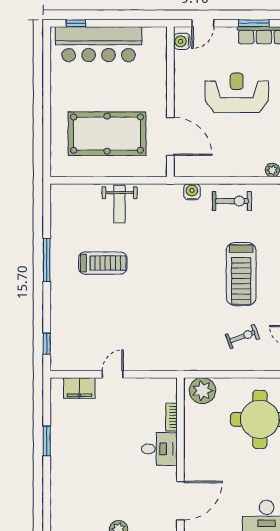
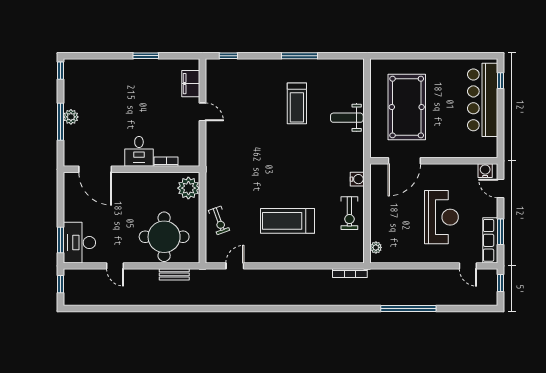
exercise bike: (242, 337) -> (219, 220), moved

